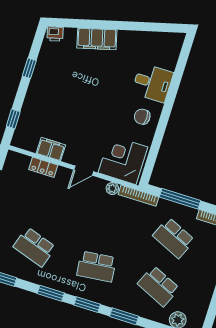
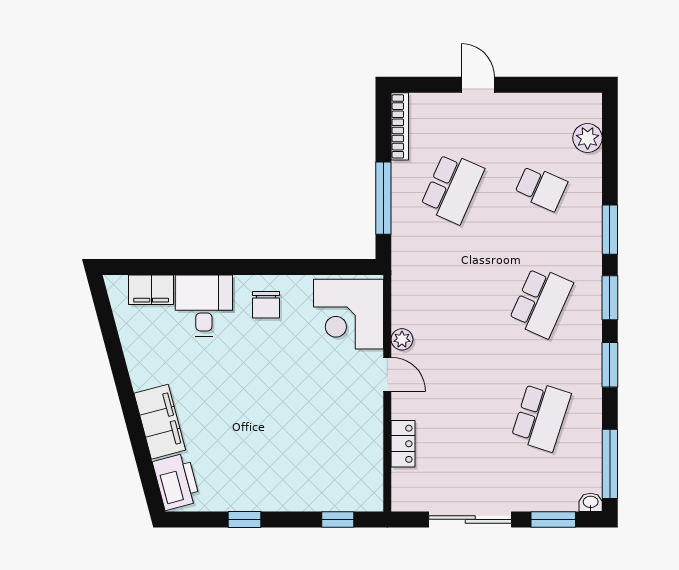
printer: (55, 34) -> (176, 481), width x1.87, depth x1.48
filing cabinet: (51, 149) -> (151, 290), moved, turned -90
plant: (112, 188) -> (402, 339), moved
bookcase: (139, 196) -> (400, 269), removed
school desk: (97, 267) -> (541, 302), turned 30
school desk: (159, 286) -> (541, 188), width x0.54

